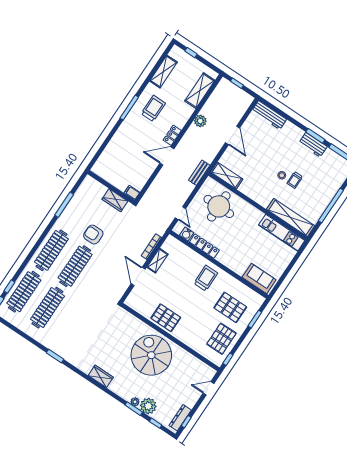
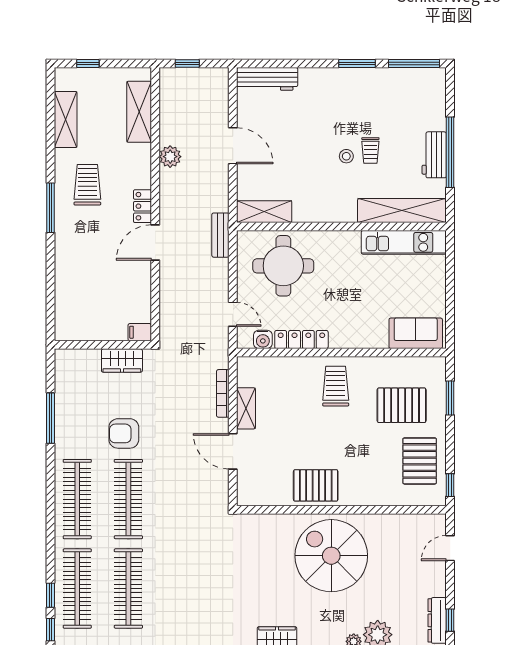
workbench: (313, 145) -> (434, 155), moved, turned 90

